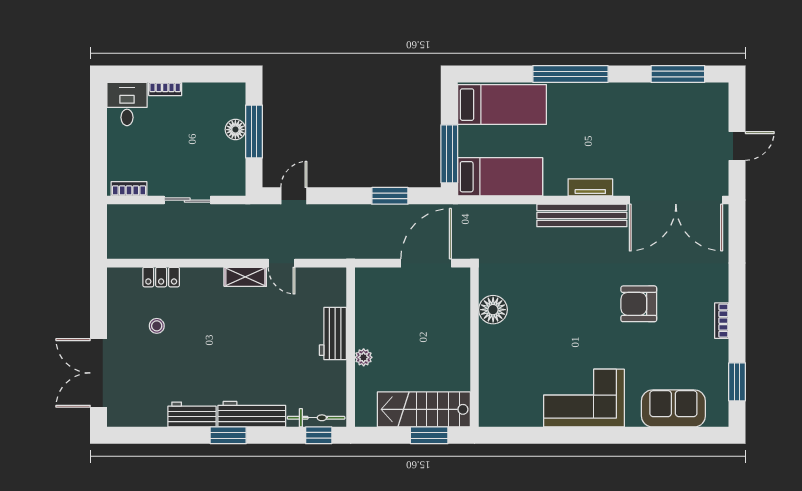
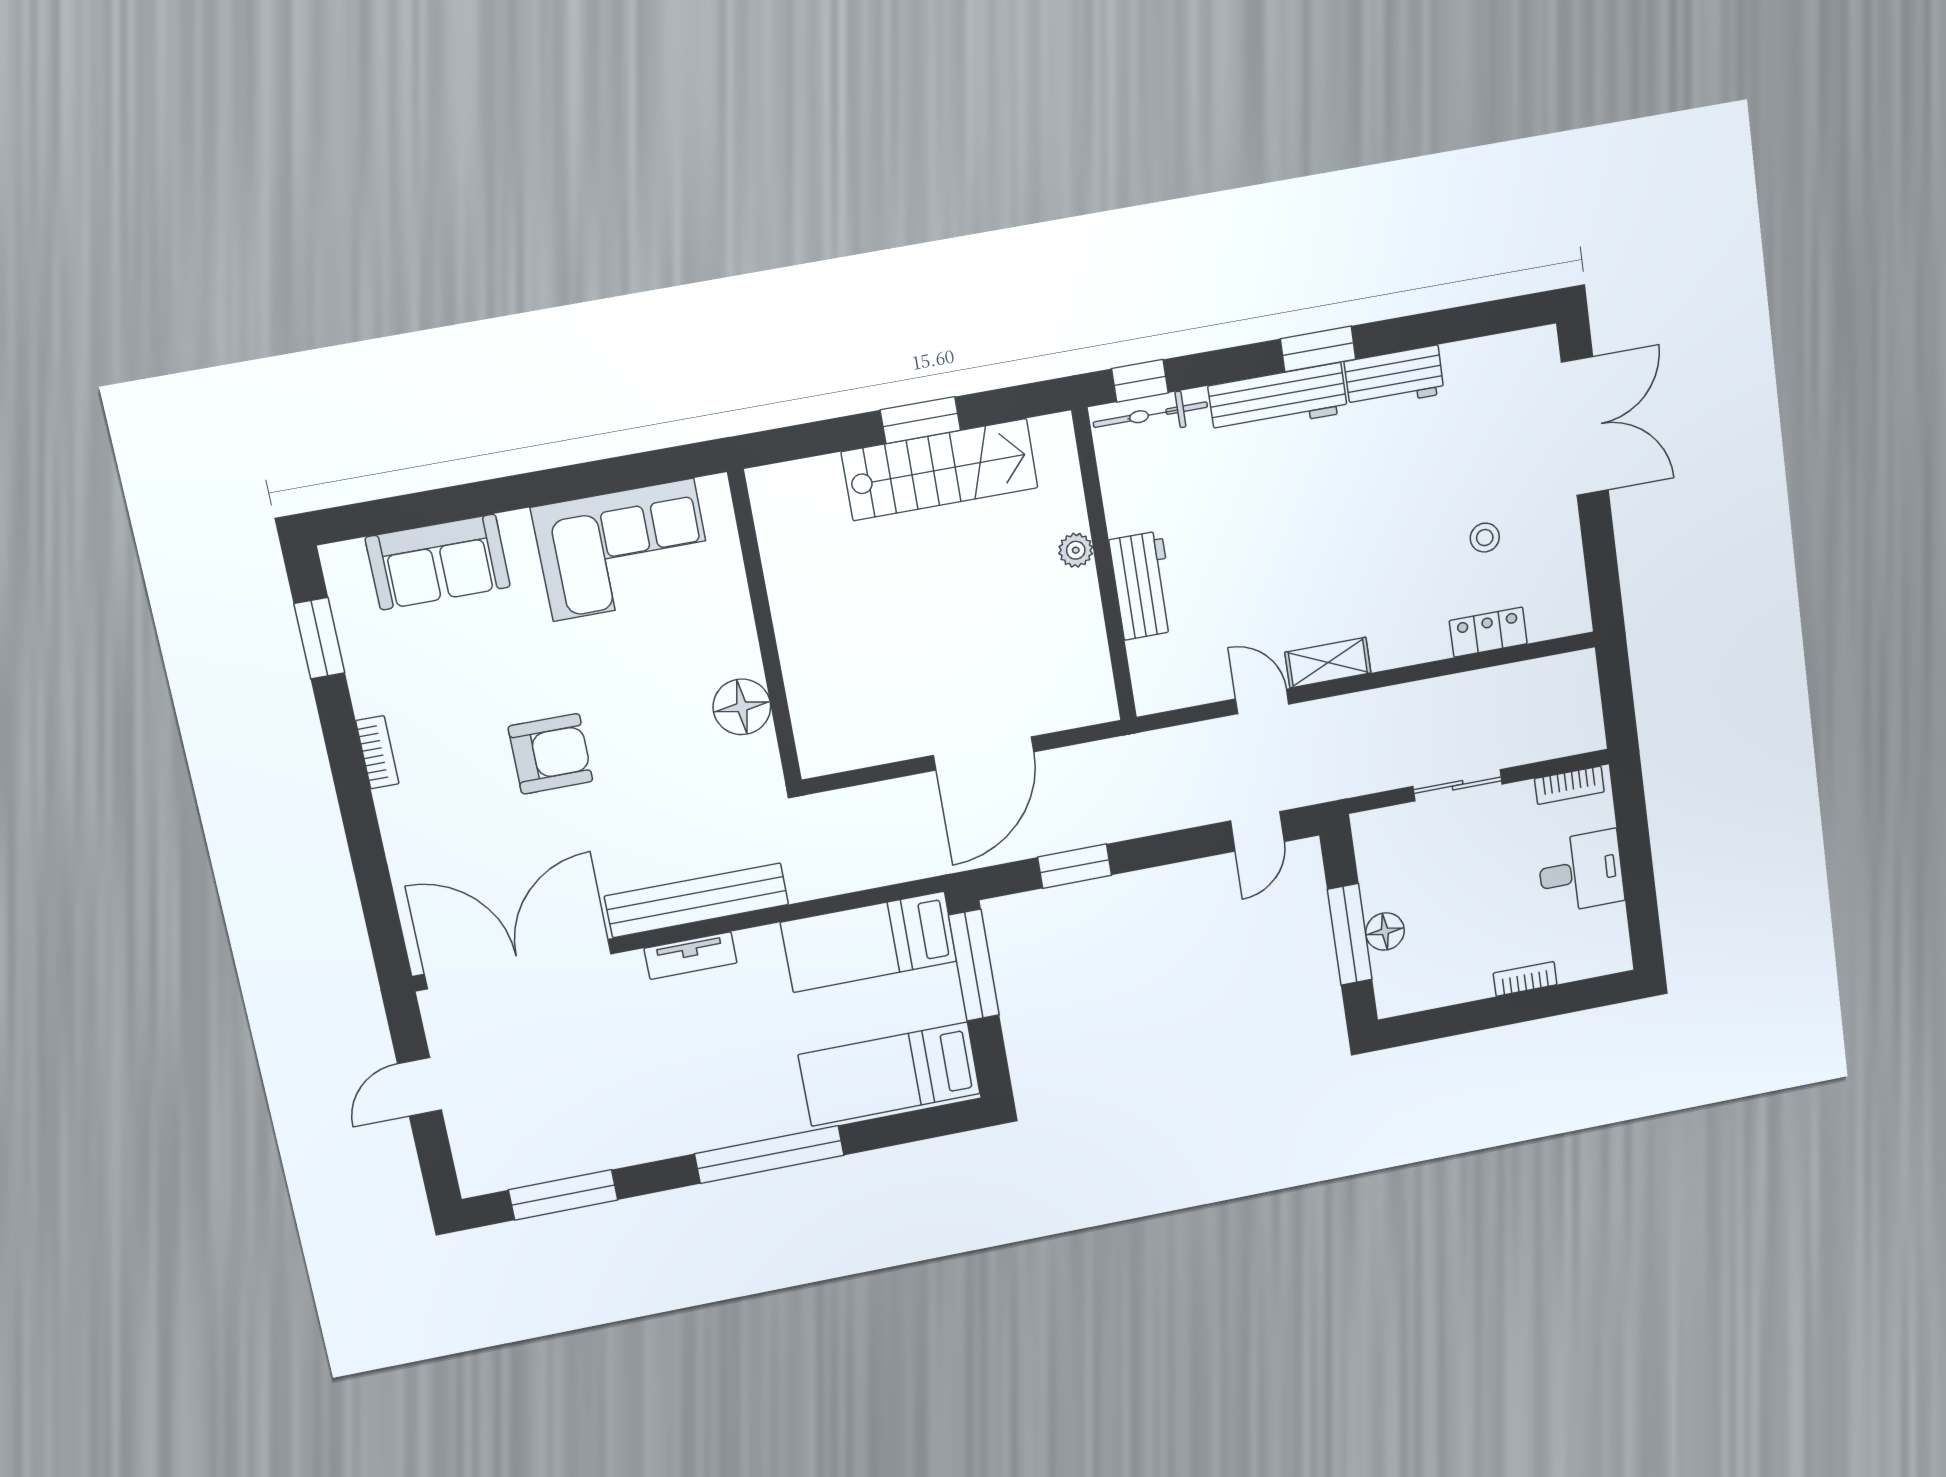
desk: (127, 104) -> (1581, 872), moved, turned -90
floor lamp: (493, 310) -> (742, 707), moved
wall: (475, 347) -> (765, 628), moved

